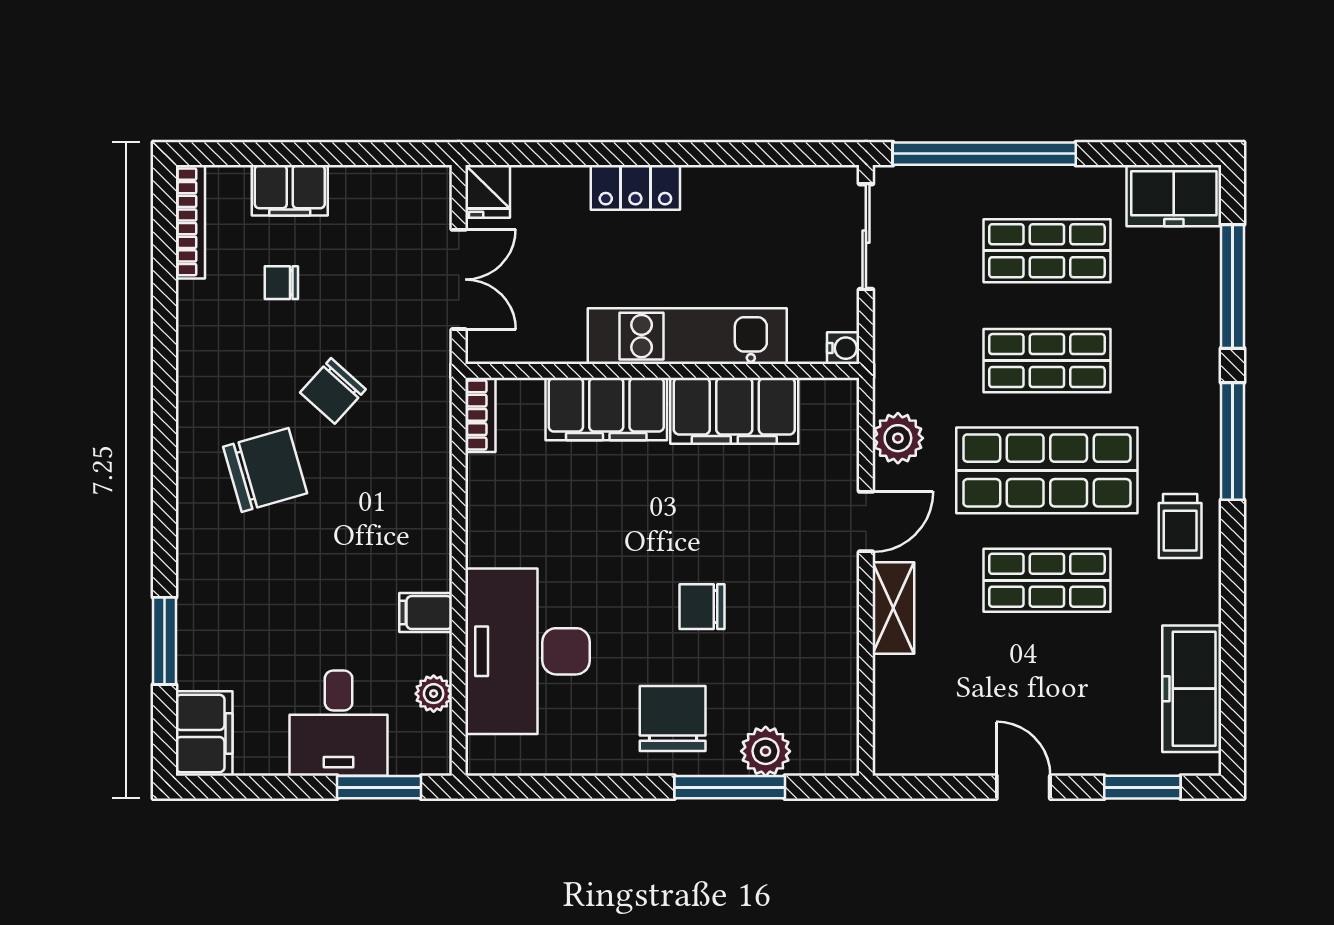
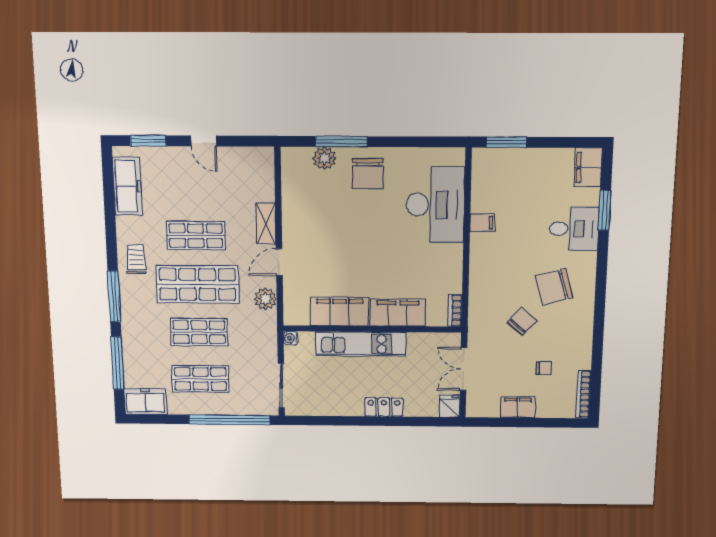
filing cabinet: (290, 190) -> (518, 407), moved
chair: (702, 607) -> (354, 225), removed
plant: (434, 694) -> (480, 186), removed
desk: (339, 723) -> (574, 229), moved, turned 90

